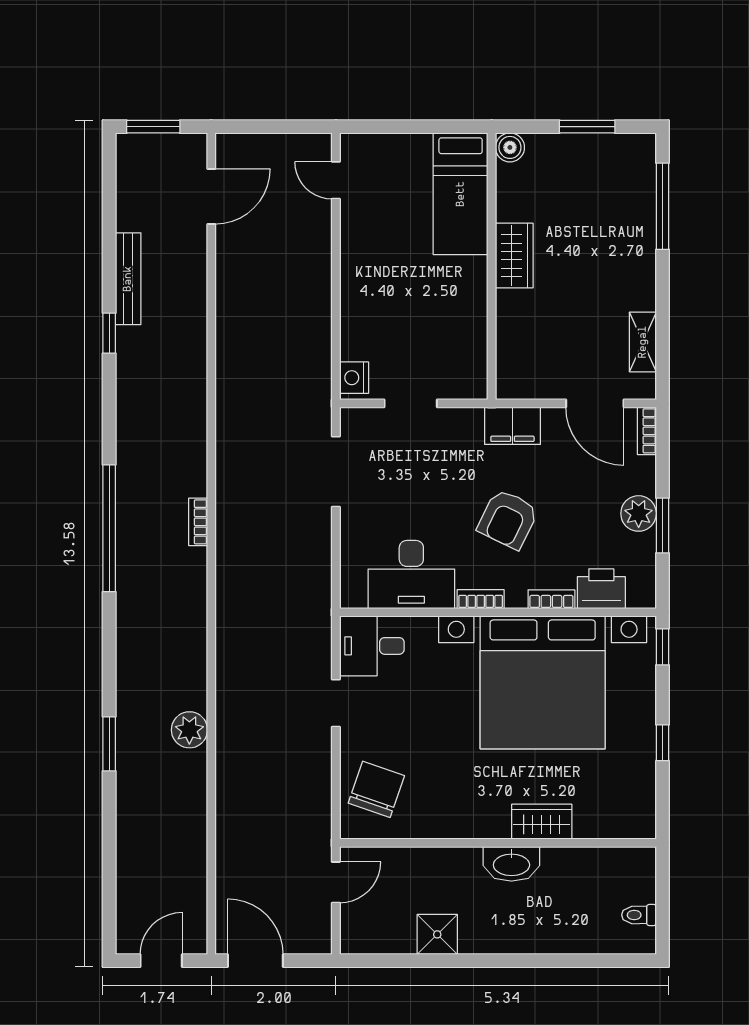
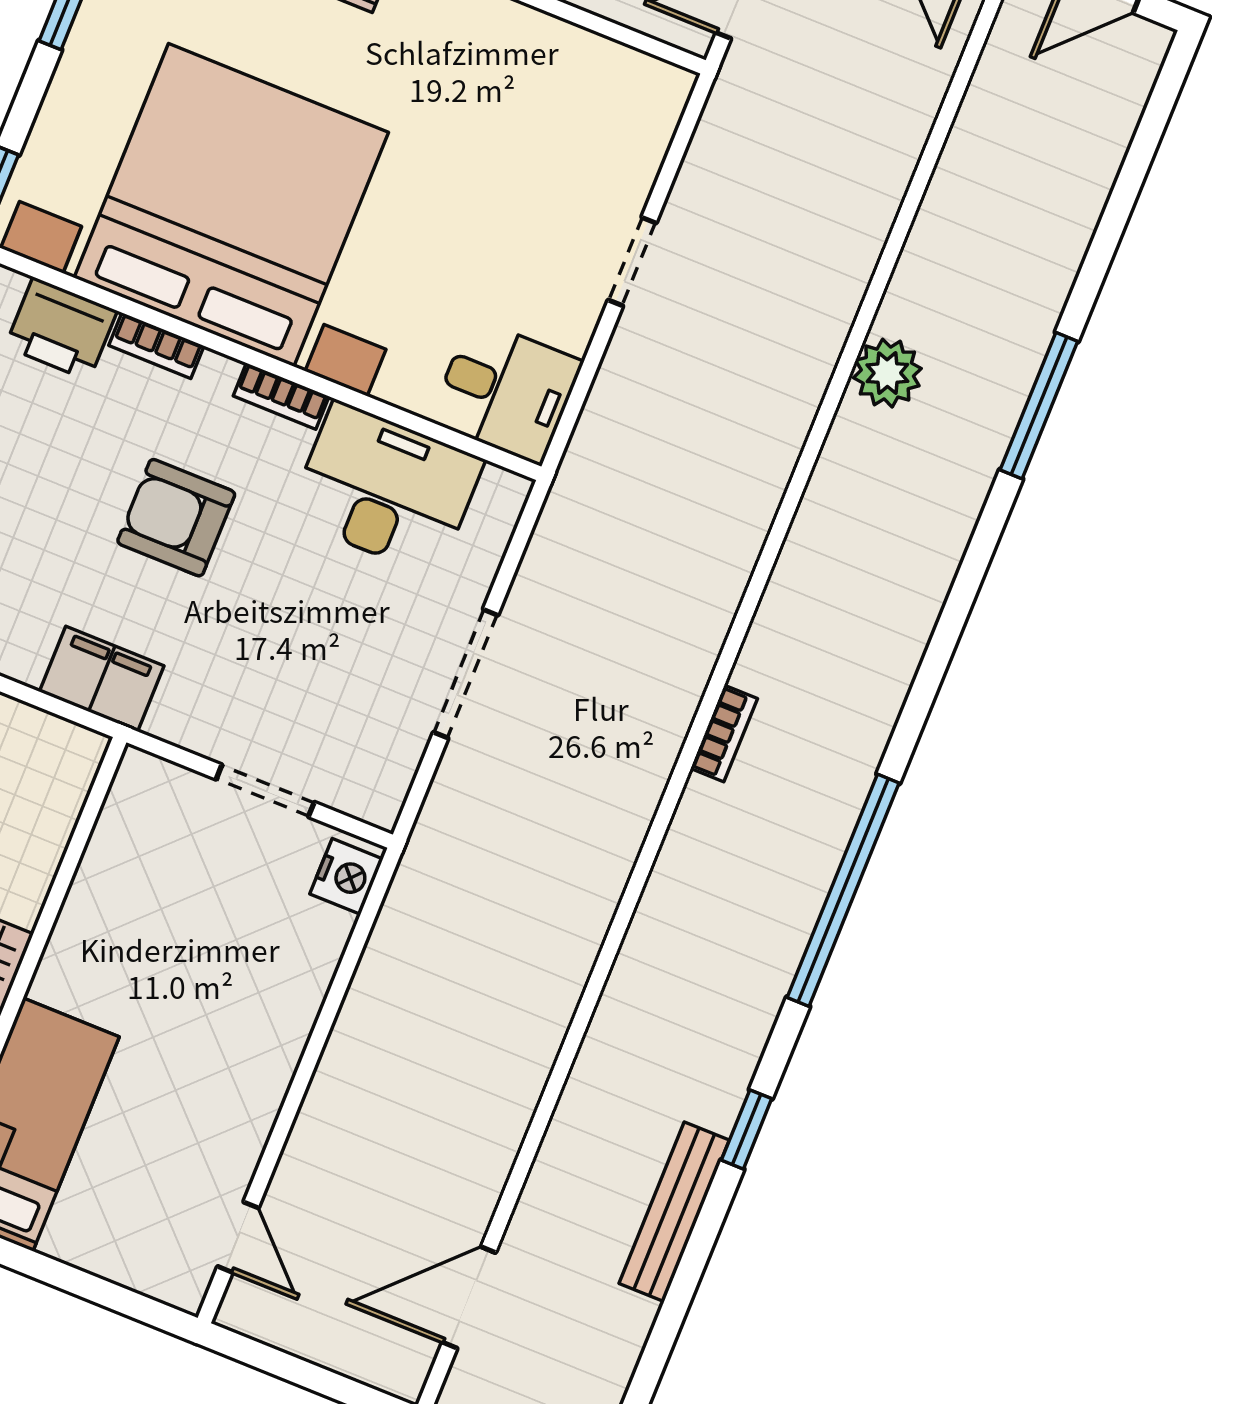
doorway: (336, 472) -> (466, 674), moved
armchair: (508, 519) -> (176, 518), turned -116
window: (109, 528) -> (843, 890), moved
doorway: (336, 703) -> (632, 262), moved
window: (109, 744) -> (1039, 406), width x1.44
chair: (376, 789) -> (600, 135), removed

